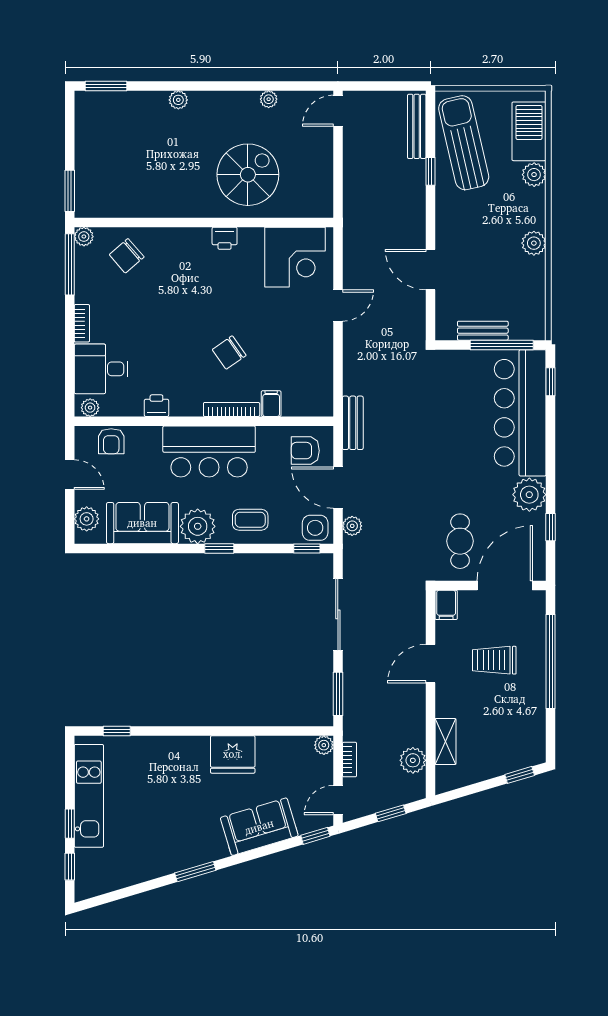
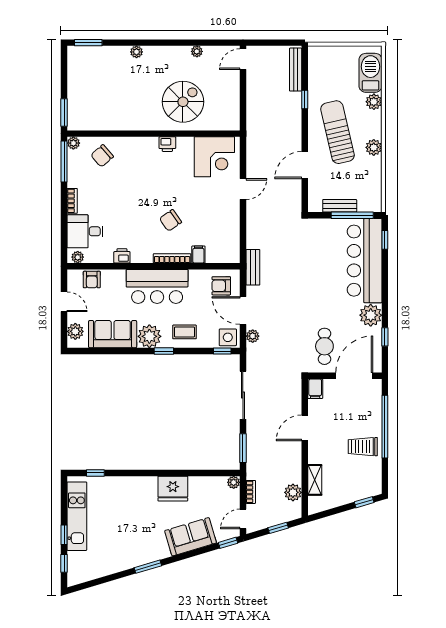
sun lounger: (464, 143) -> (337, 132), moved
door: (430, 270) -> (305, 165), hinge flipped
trolley: (494, 660) -> (363, 447), moved

